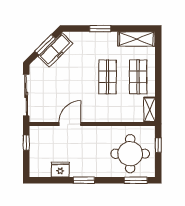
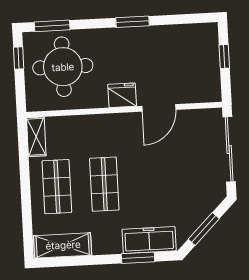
window: (100, 29) -> (138, 258), moved
freezer: (55, 50) -> (149, 240), moved, turned 45
window: (26, 143) -> (224, 57), moved
window: (158, 145) -> (19, 58), moved
fridge: (60, 170) -> (122, 95), moved, turned 180

